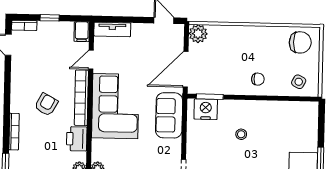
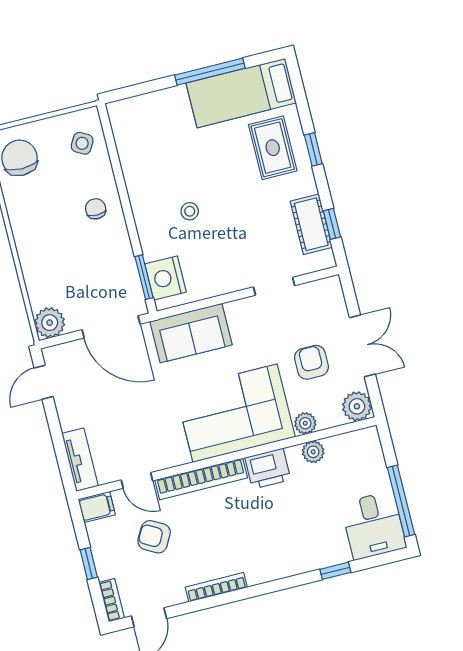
armchair: (46, 104) -> (154, 537), moved
corner sofa: (115, 106) -> (235, 413), moved
bookcase: (14, 132) -> (216, 587), moved

